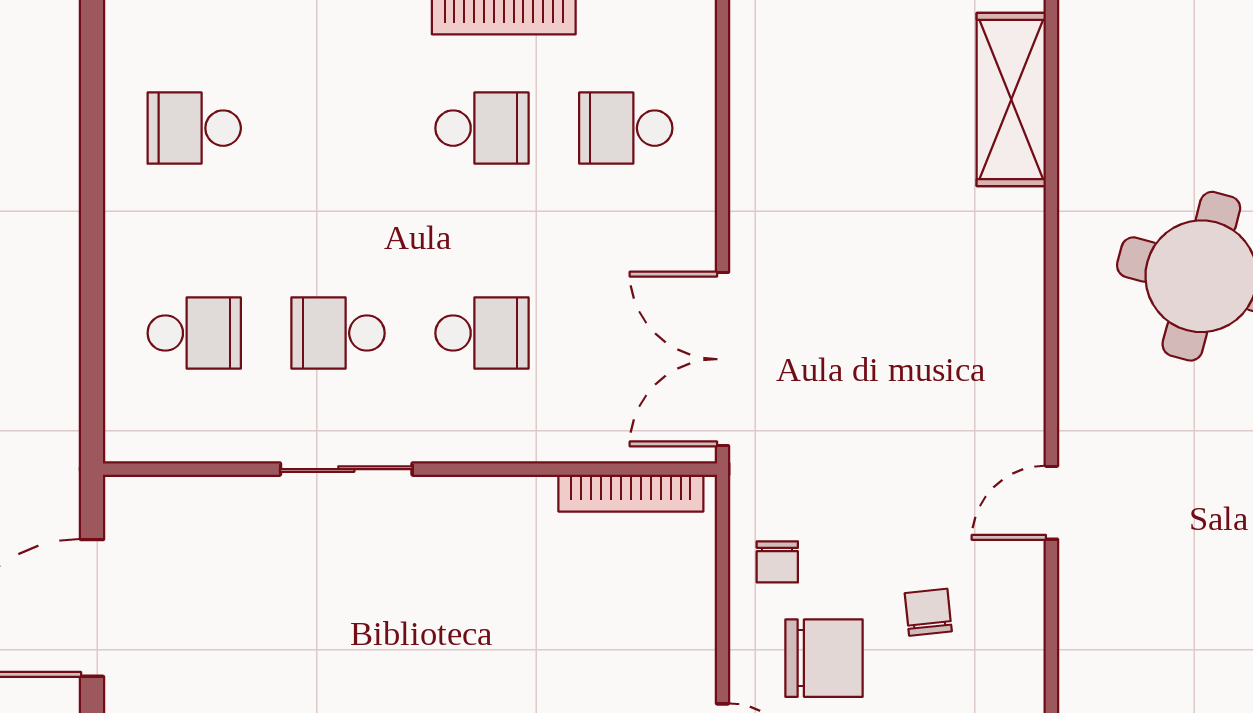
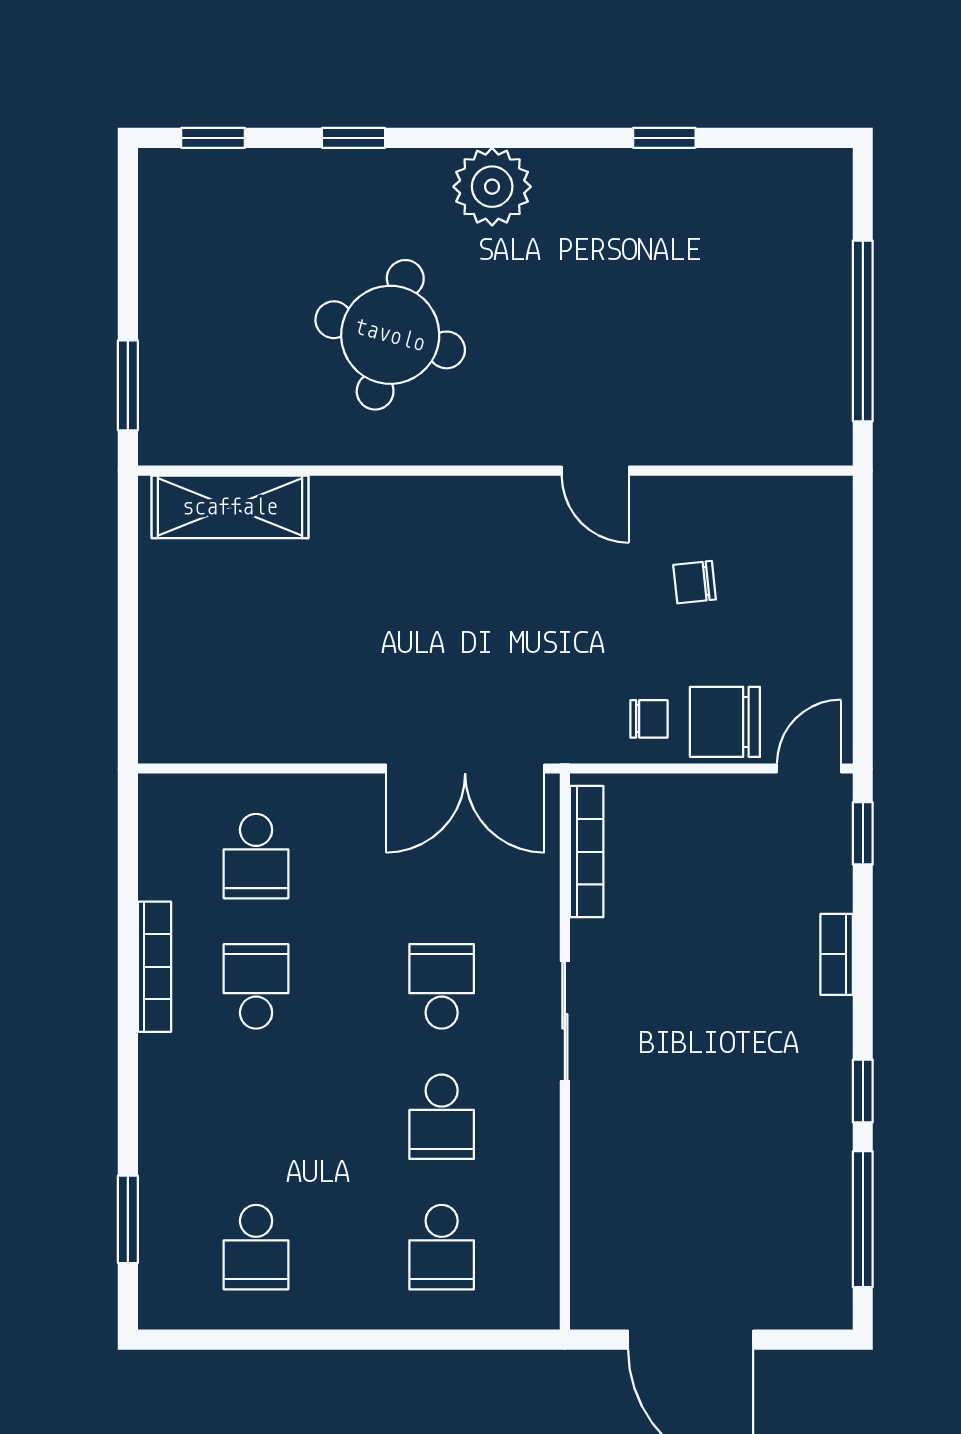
school desk: (194, 333) -> (442, 1247), turned 180
sliding door: (346, 469) -> (565, 1021), moved
chair: (824, 658) -> (725, 722), moved, turned -90

